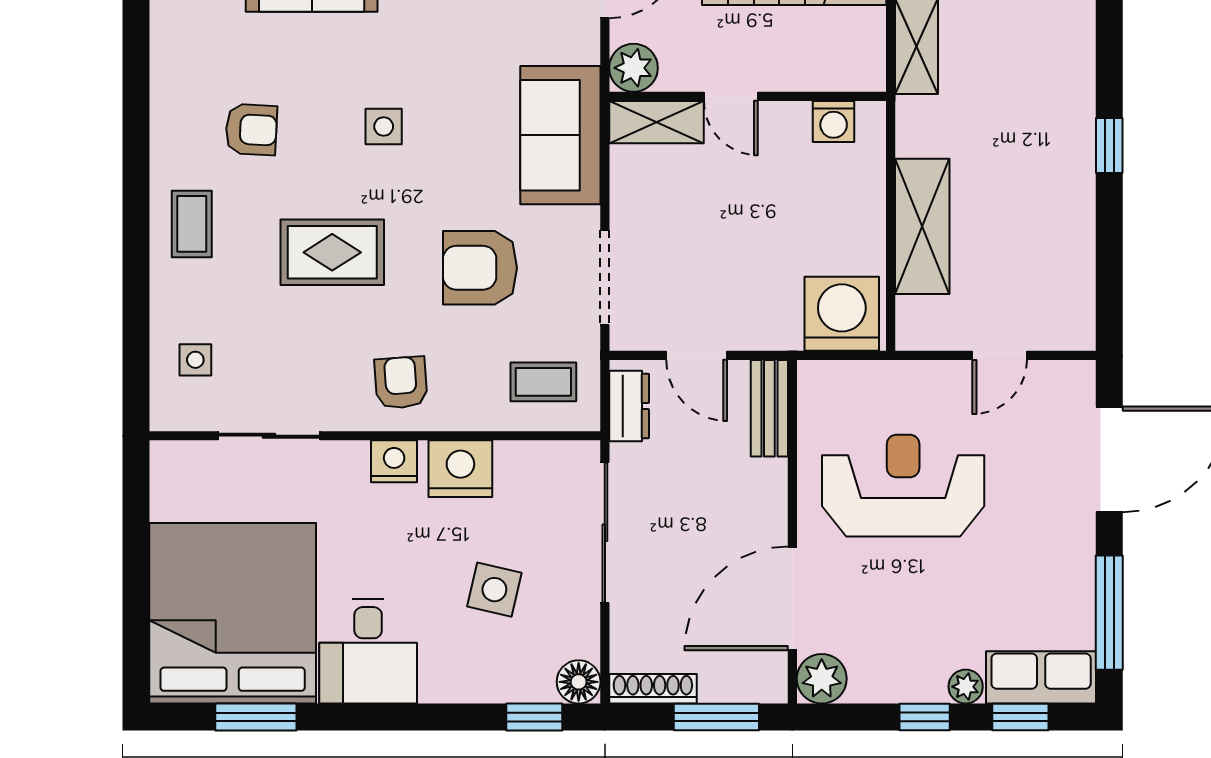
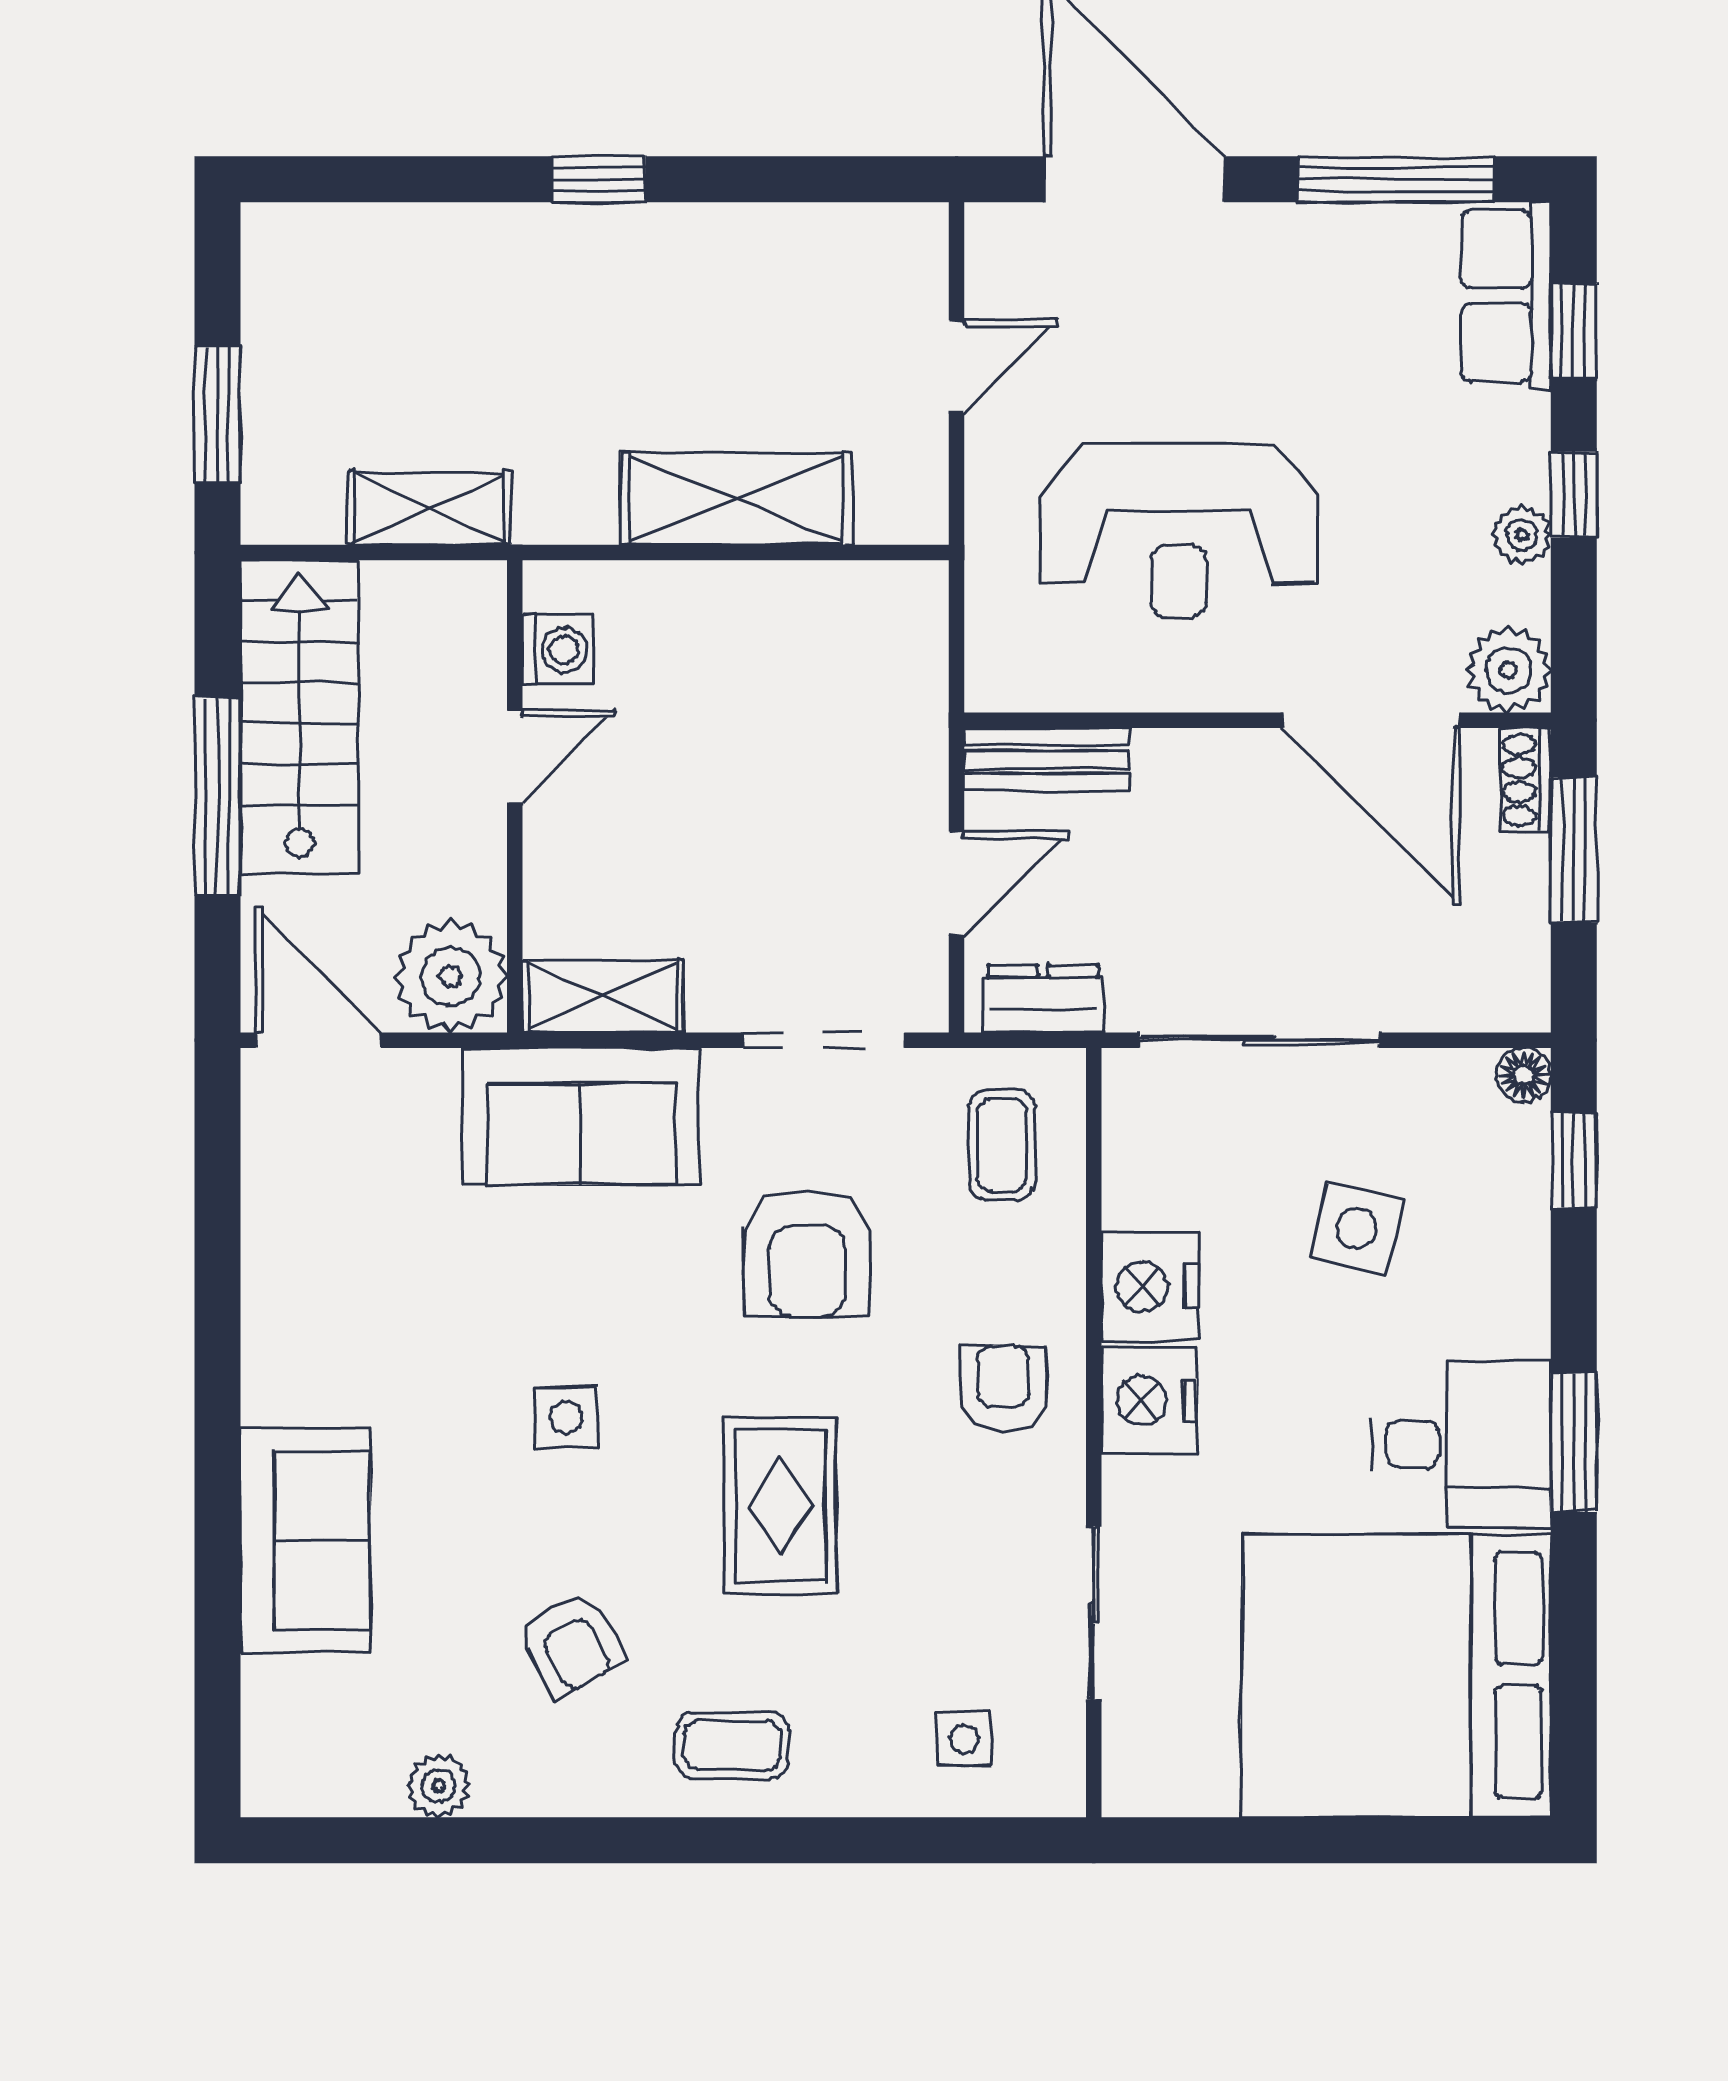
plant: (168, 52) -> (439, 1786), added
plant: (633, 68) -> (451, 976), width x1.36, depth x1.36
door: (731, 96) -> (515, 756), moved
shelving: (656, 122) -> (603, 996), moved, turned 90
armchair: (251, 130) -> (571, 1644), turned 149
washing machine: (842, 314) -> (886, 636), removed
door: (1000, 355) -> (957, 367), hinge flipped
armchair: (401, 383) -> (1003, 1388), turned 94
nightstand: (394, 461) -> (1149, 1400), width x1.36, depth x1.33
reception desk: (903, 486) -> (1179, 531), turned -90
floor lamp: (579, 682) -> (1524, 1075), width x0.73, depth x0.73
plant: (966, 687) -> (1522, 535), moved
shoe rack: (653, 689) -> (1526, 780), moved, width x0.70
window: (256, 717) -> (1574, 1442), moved

